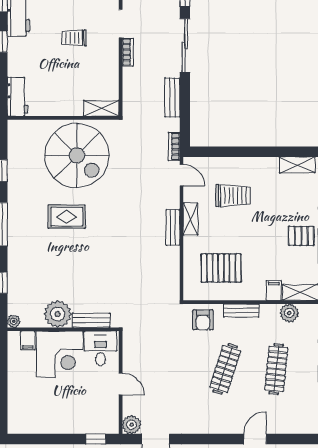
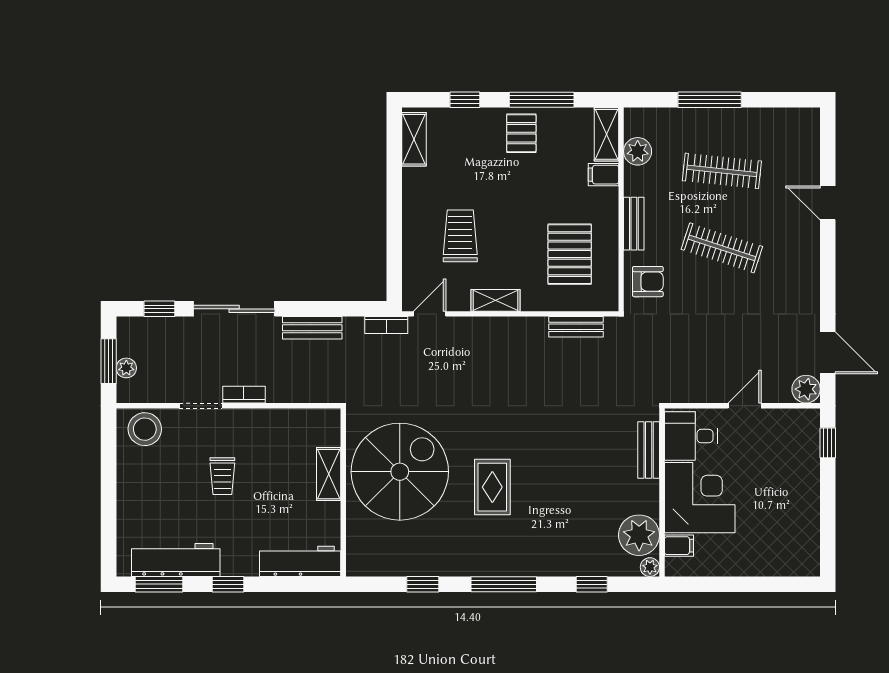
workbench: (17, 97) -> (300, 561), width x1.38
shelving: (101, 108) -> (329, 474), moved
bench: (173, 227) -> (576, 327), moved
plant: (58, 314) -> (639, 535), moved

